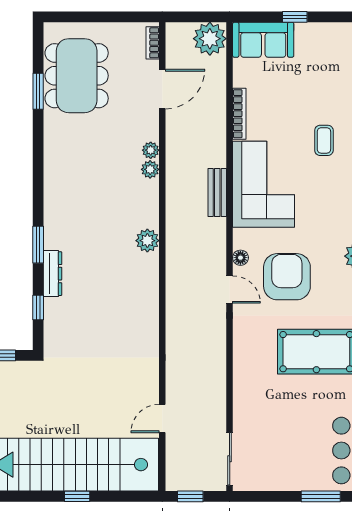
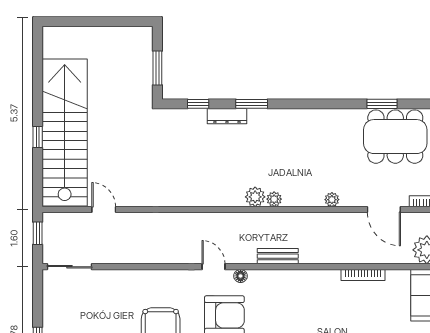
plant: (150, 169) -> (274, 199), moved
corner sofa: (264, 184) -> (303, 296), removed
bench: (217, 192) -> (278, 256), moved
door: (230, 289) -> (214, 267), swing flipped

